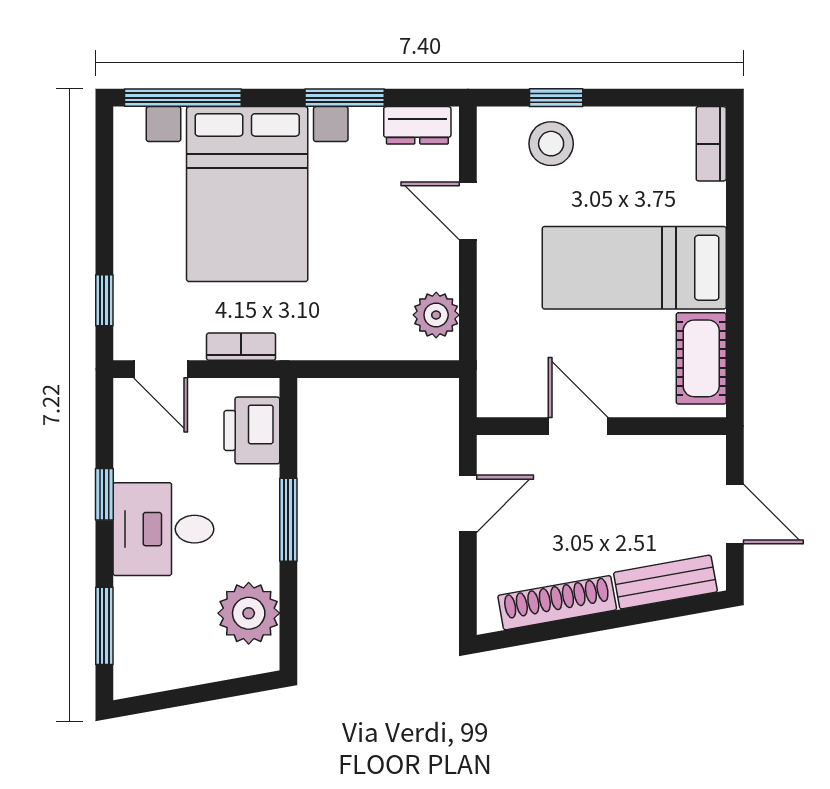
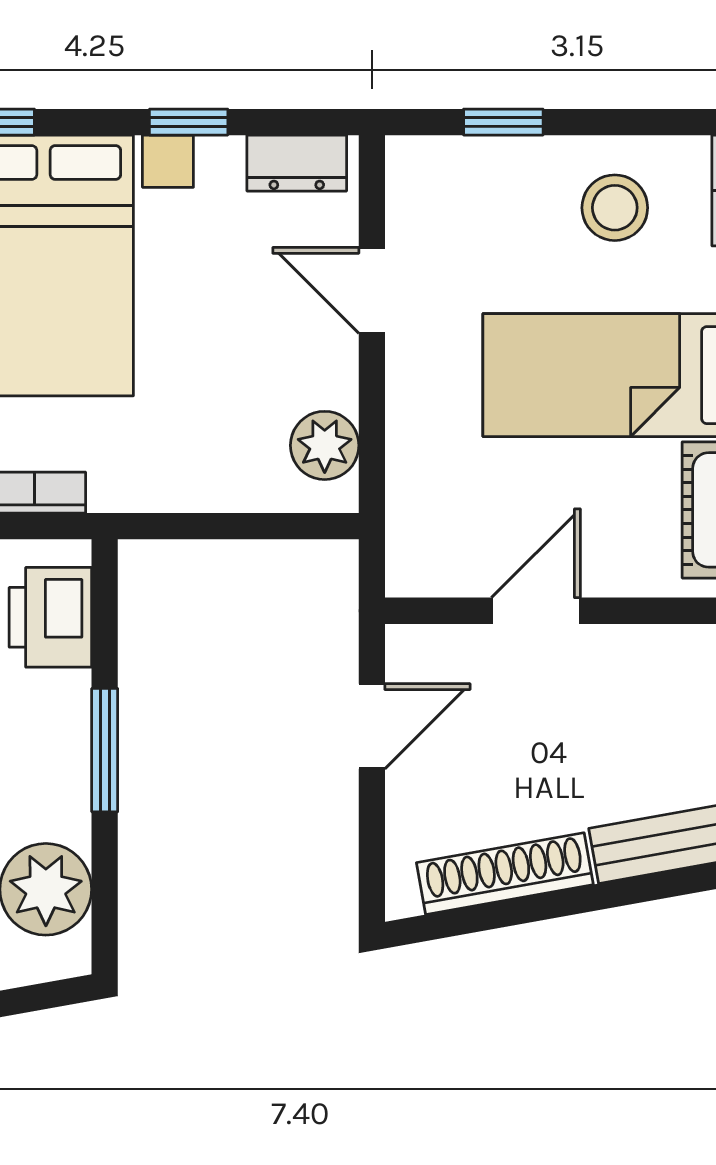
window: (345, 98) -> (189, 122), width x0.67
stool: (551, 144) -> (615, 208), moved
door: (578, 426) -> (536, 611), hinge flipped

